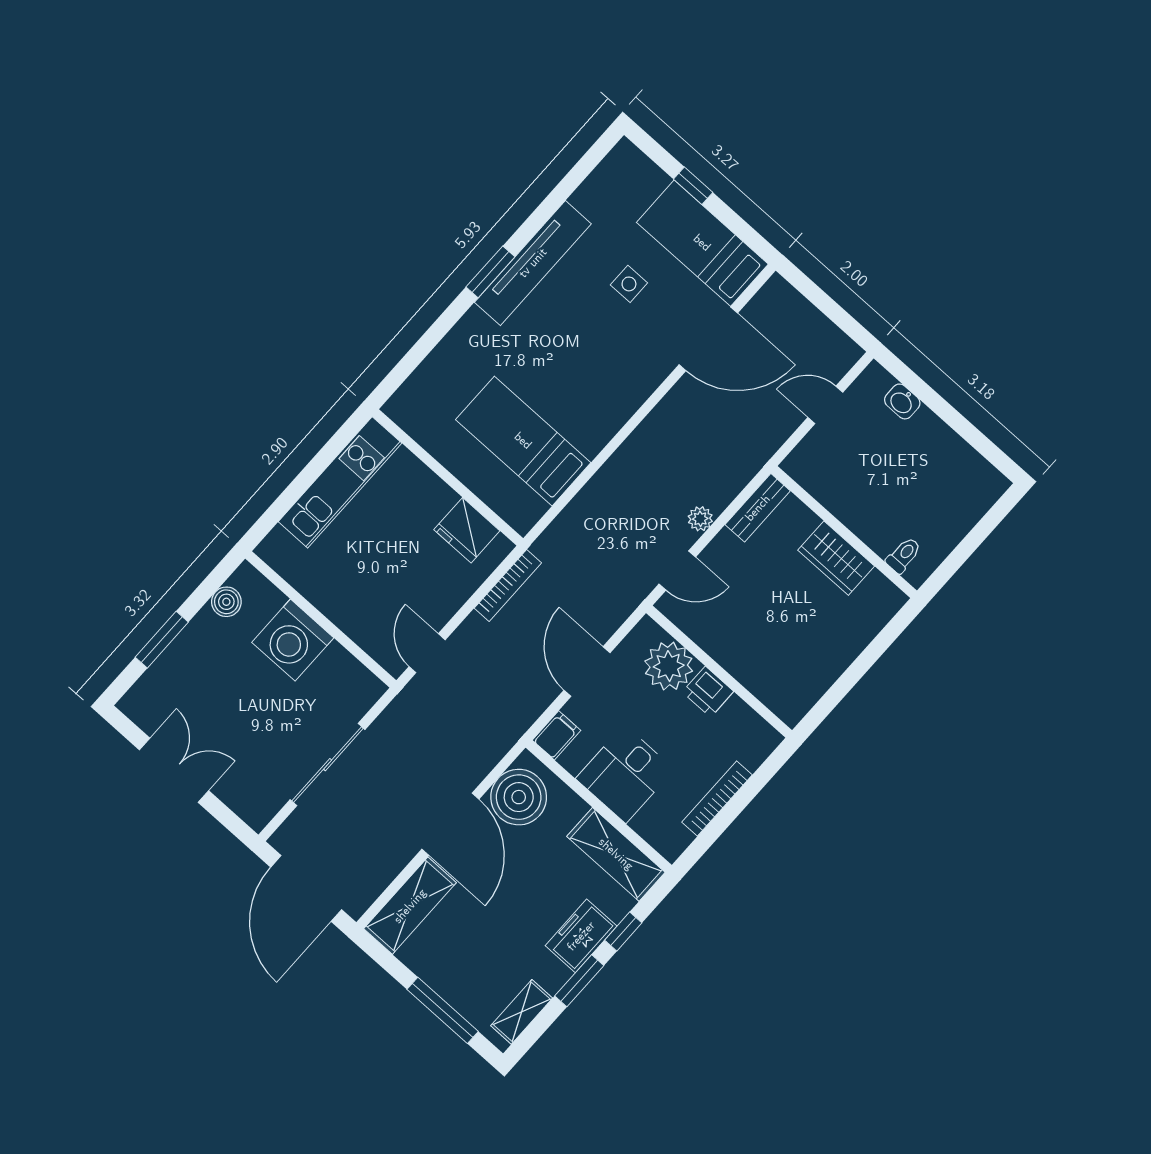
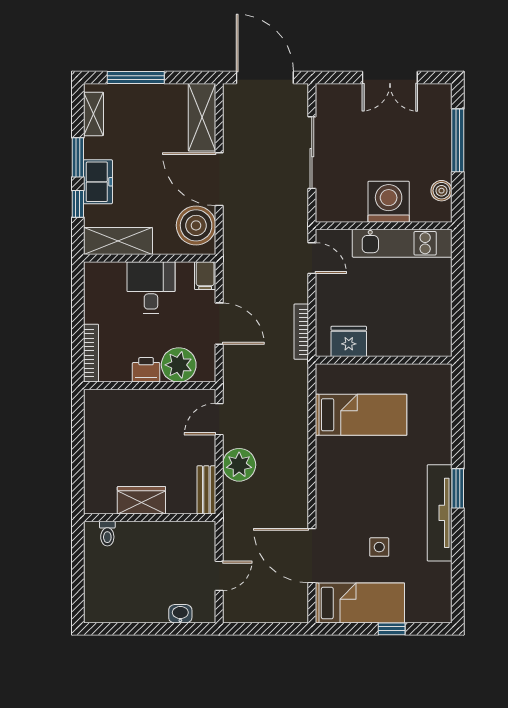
door: (708, 339) -> (312, 556), hinge flipped
kitchen unit: (340, 482) -> (402, 243), moved, turned -90
plant: (700, 519) -> (239, 465), width x1.88, depth x1.88
window: (162, 640) -> (458, 140), width x1.44
bookcase: (717, 799) -> (91, 353), moved

